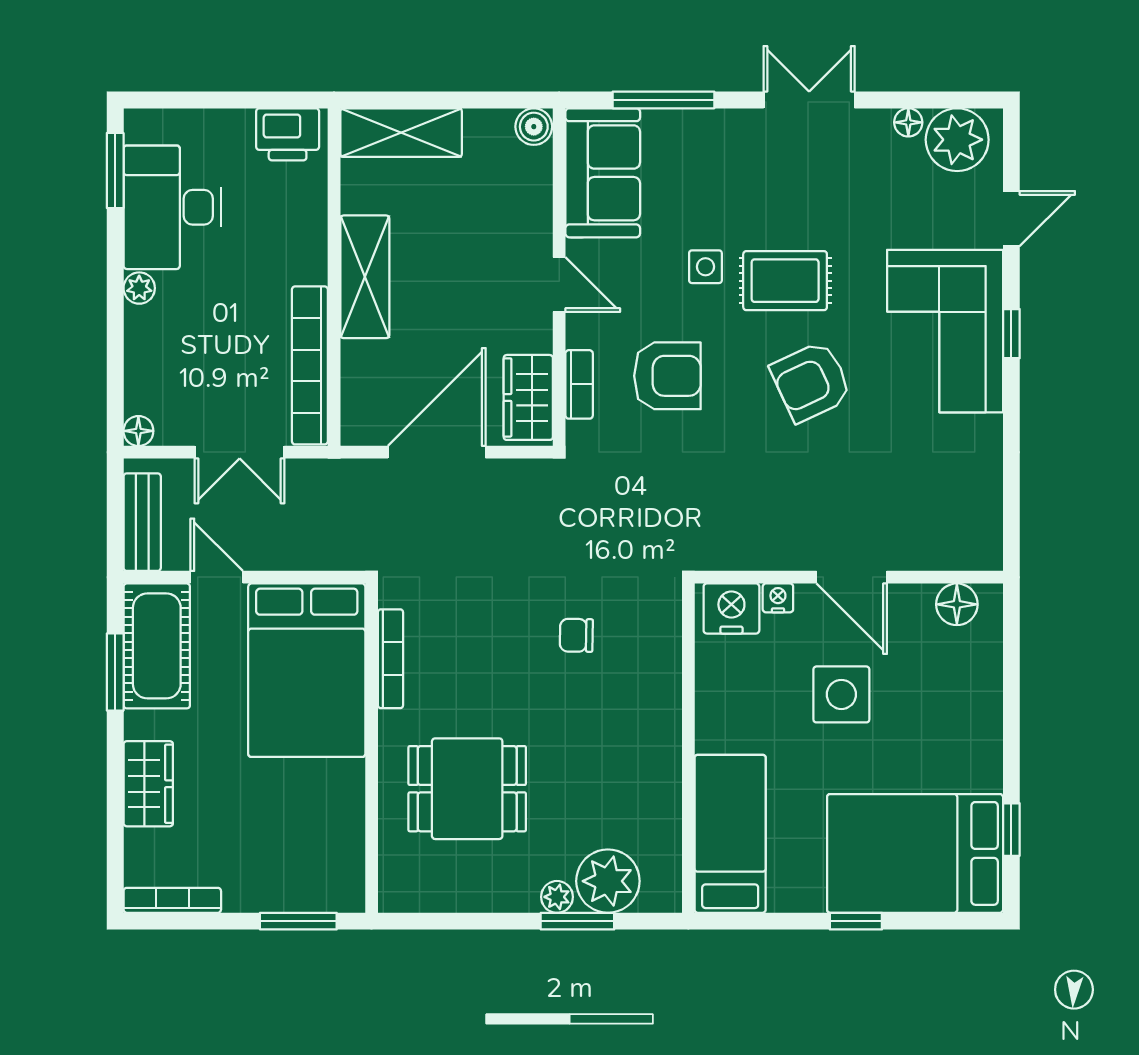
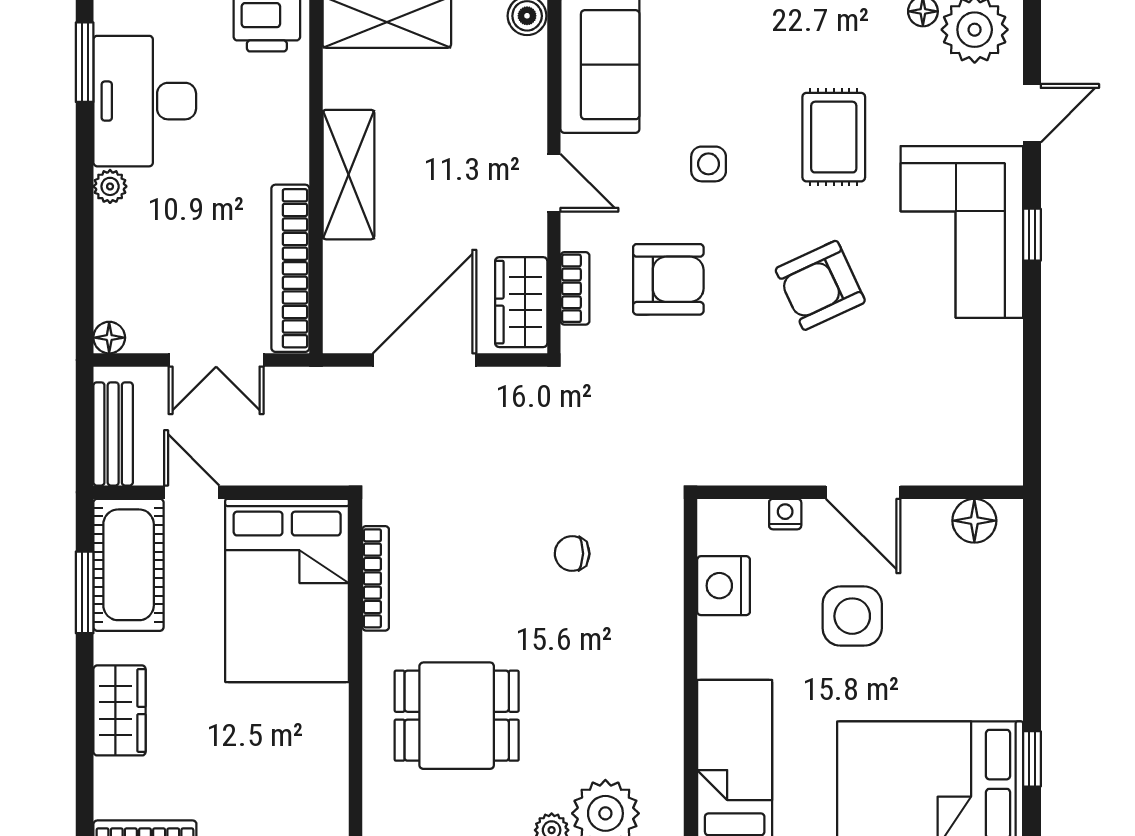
rug: (785, 281) -> (834, 137), moved, turned 90
nightstand: (731, 608) -> (724, 586), moved, turned -90

